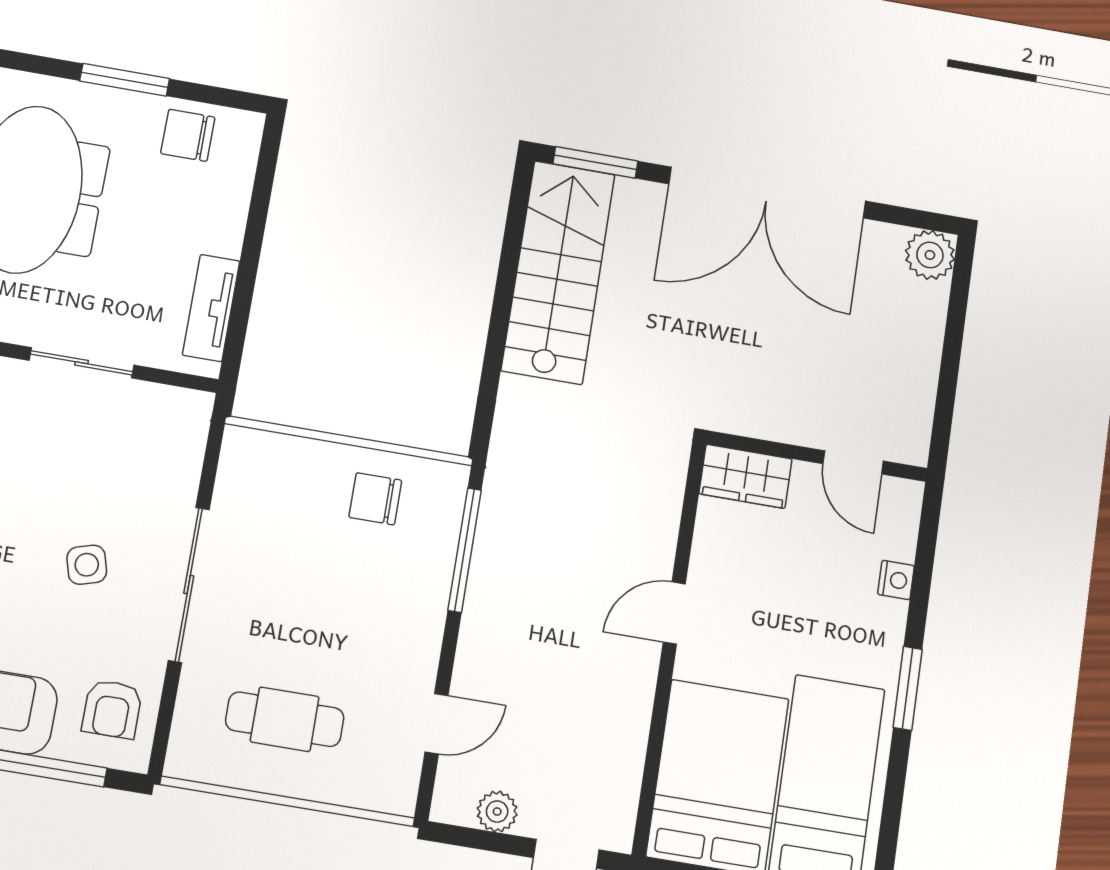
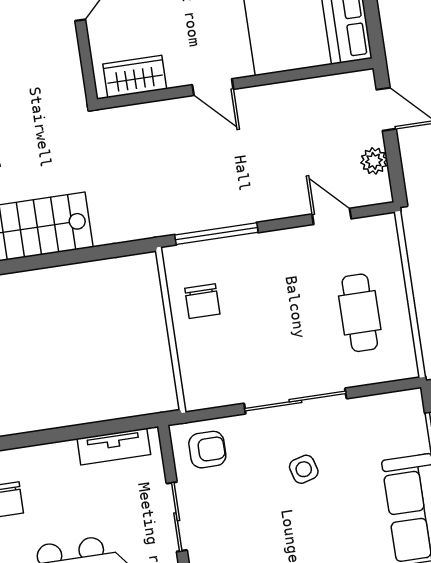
wardrobe: (745, 476) -> (135, 77), moved, turned -90
armchair: (112, 709) -> (207, 450), moved

